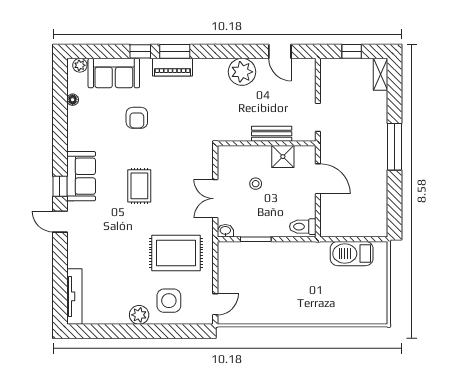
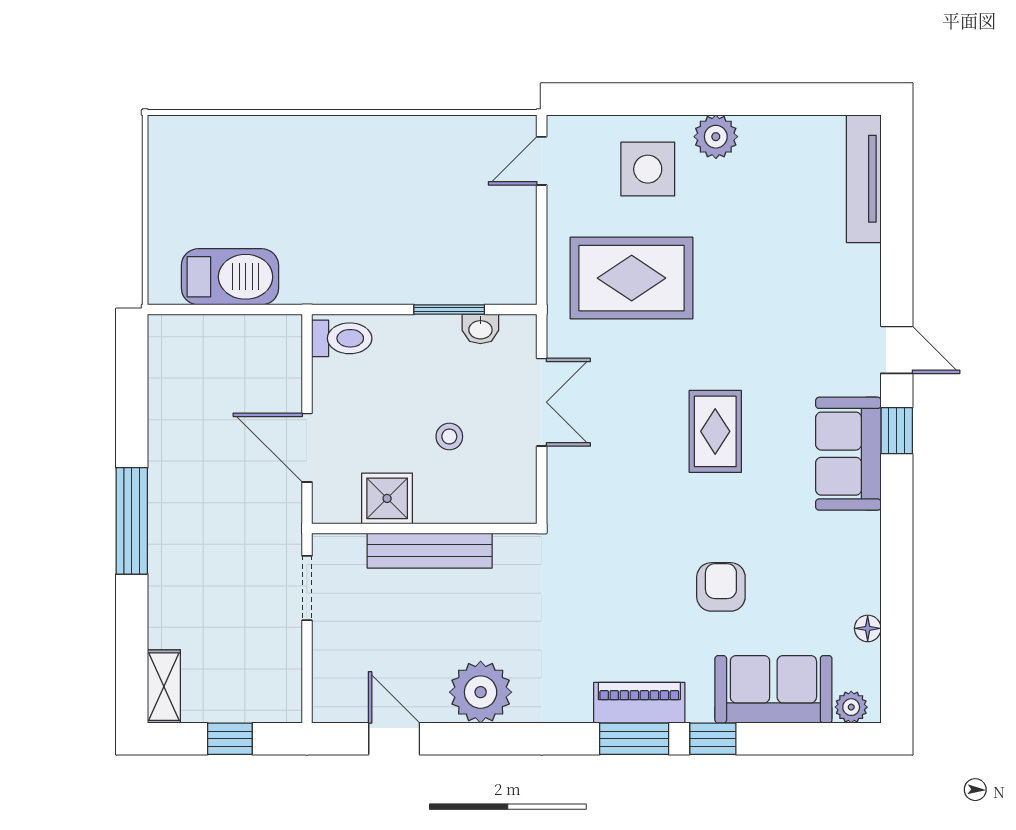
bench: (272, 134) -> (430, 551), width x1.36
washbasin: (225, 231) -> (480, 329), moved

